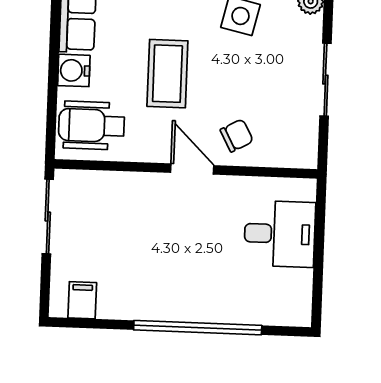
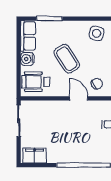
coffee table: (167, 74) -> (67, 59), turned -33
filing cabinet: (82, 300) -> (35, 155), width x2.00

